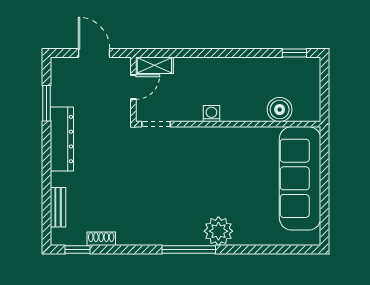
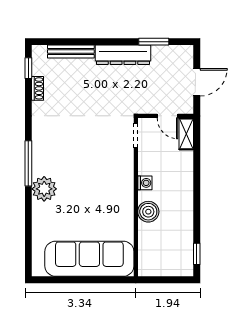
boiler: (280, 110) -> (148, 212), moved
bench: (58, 207) -> (71, 52), width x1.36

